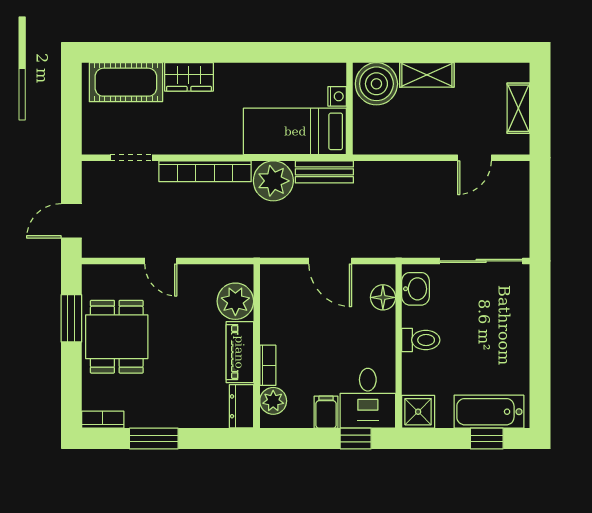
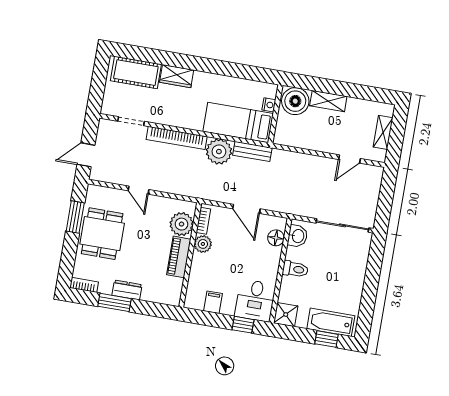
bookcase: (268, 365) -> (203, 221), moved
plant: (273, 401) -> (203, 244), moved
dresser: (241, 406) -> (127, 290), moved, turned 90
filing cabinet: (326, 412) -> (213, 302), moved

